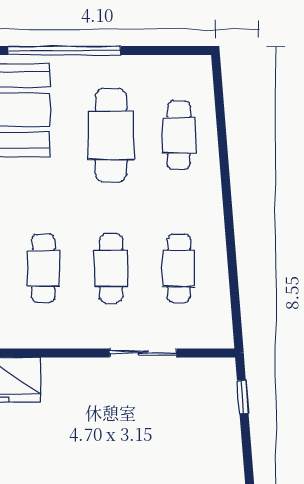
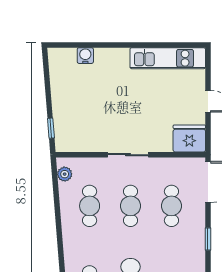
plant: (220, 321) -> (65, 174), added
sliding door: (143, 353) -> (128, 155), moved

